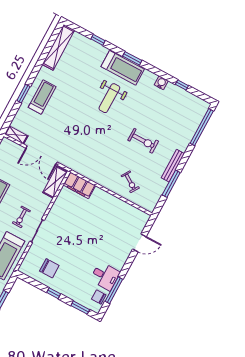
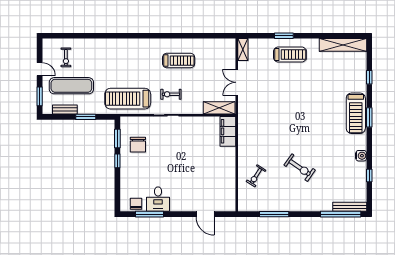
weight bench: (109, 98) -> (322, 116), removed
exercise bike: (143, 141) -> (300, 168), turned -55
double door: (42, 155) -> (237, 82), width x0.73
bench: (173, 166) -> (350, 207), moved
window: (80, 308) -> (117, 138), moved

